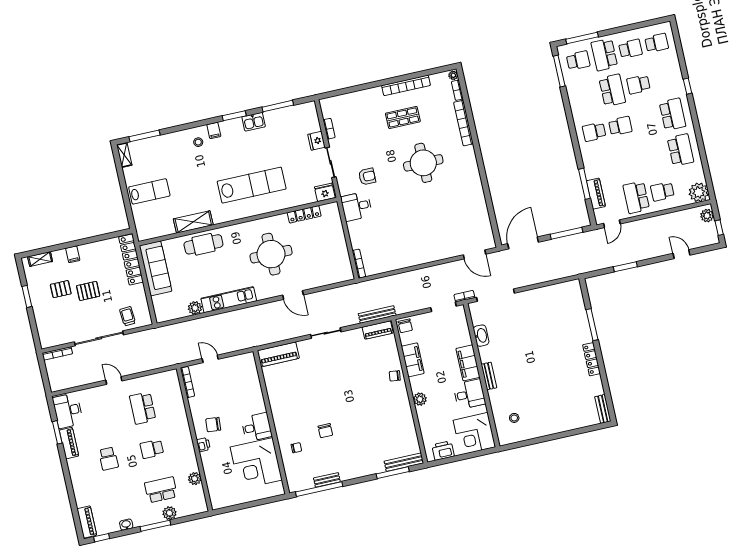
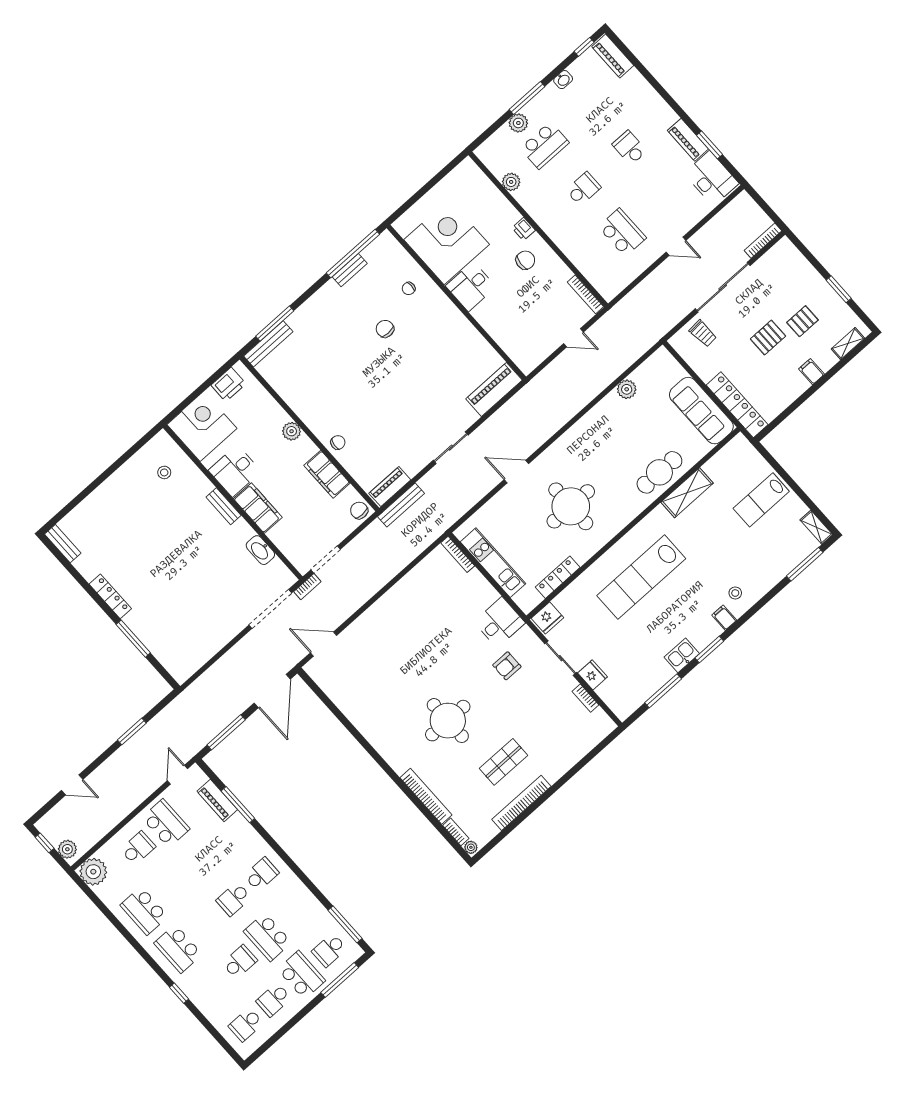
kitchen unit: (229, 300) -> (493, 563), moved, turned -90

